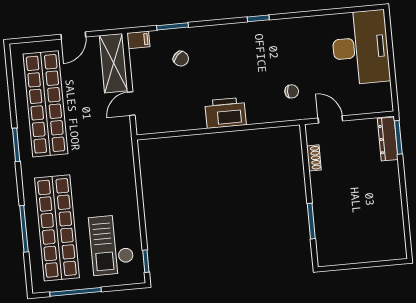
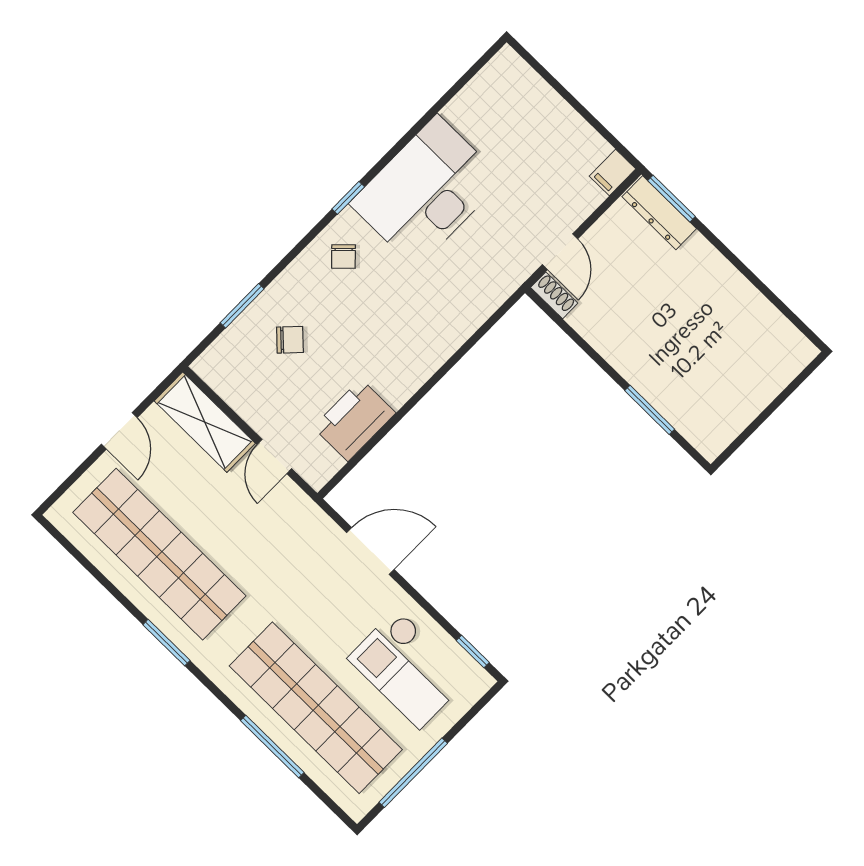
filing cabinet: (138, 40) -> (612, 173), moved, turned 180
desk: (361, 47) -> (427, 192), moved, turned -90
chair: (292, 91) -> (343, 257), moved, turned 136
printer: (226, 113) -> (354, 420), moved
door: (330, 120) -> (560, 252), swing flipped
shoe rack: (314, 158) -> (554, 295), moved
door: (138, 180) -> (370, 551), added

